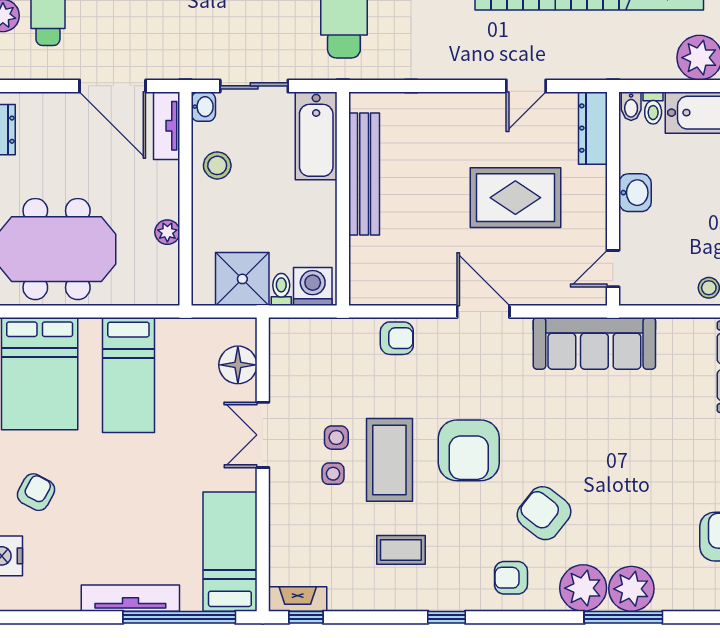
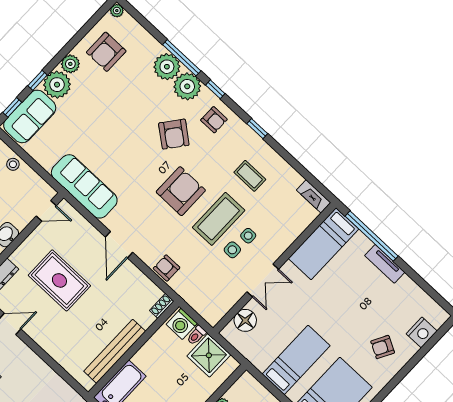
shoe rack: (359, 285) -> (162, 306), added
tv unit: (130, 598) -> (385, 264), width x0.71
window: (306, 617) -> (215, 89), moved

